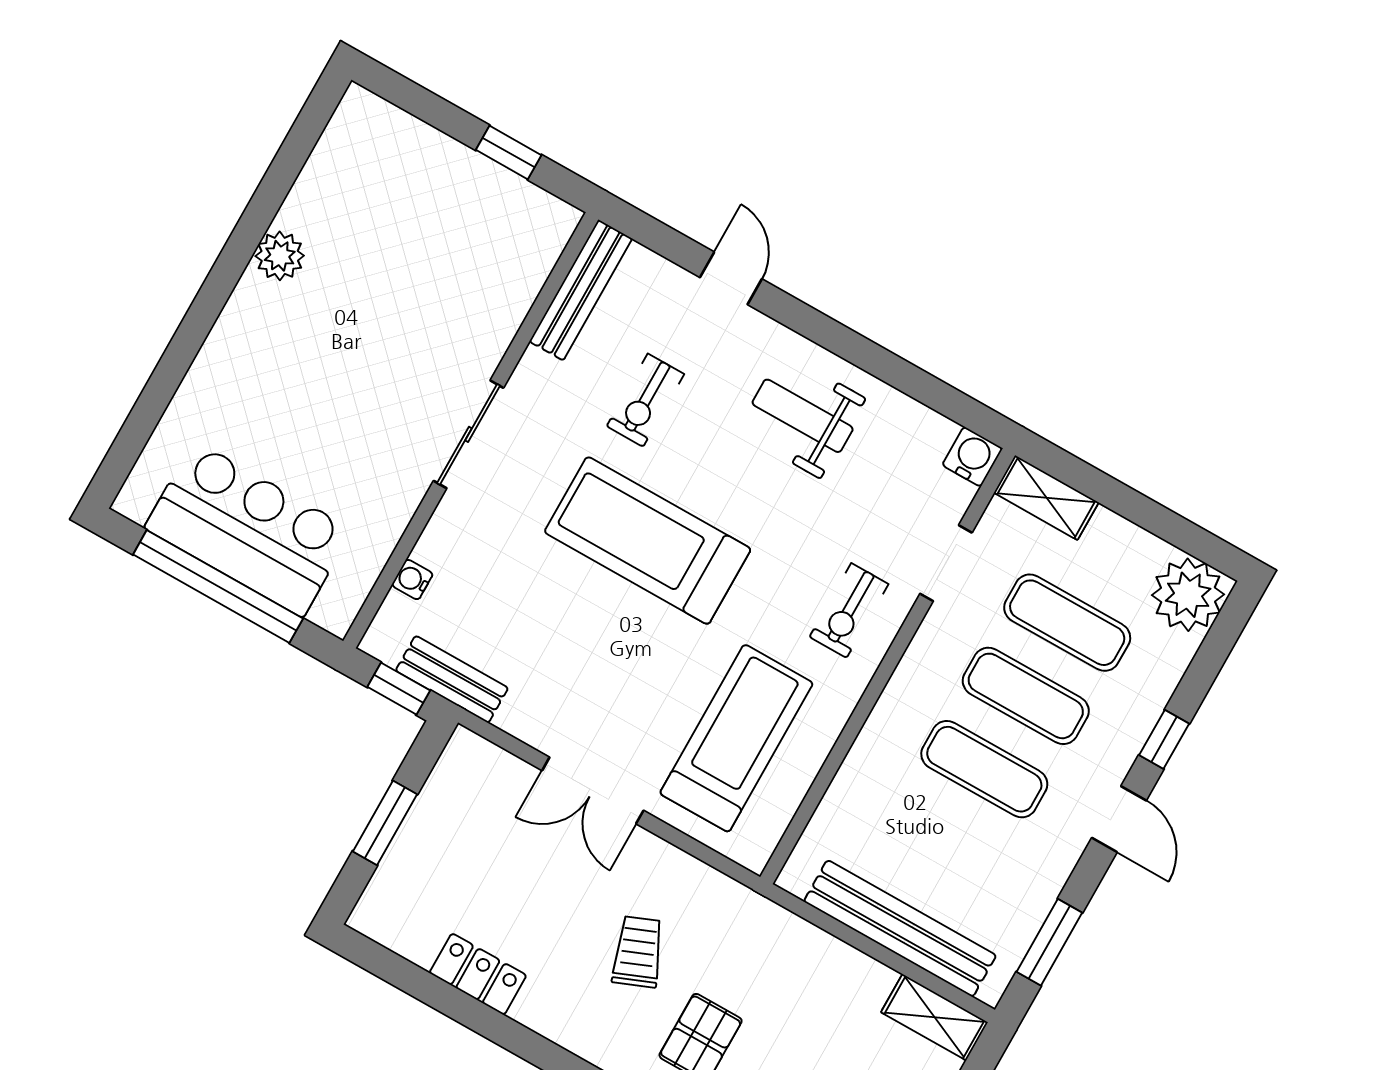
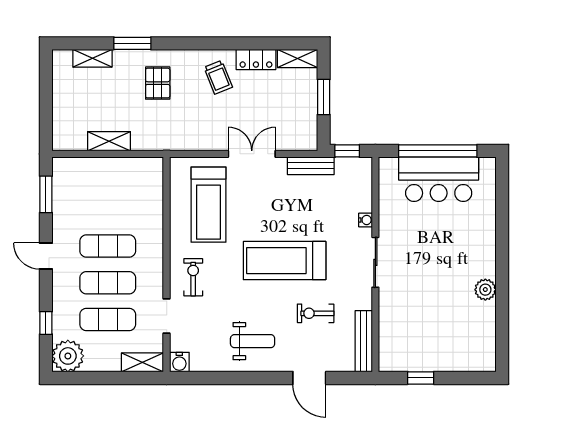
door: (731, 278) -> (309, 378), width x1.38
exercise bike: (645, 400) -> (316, 313), turned -90
treadmill: (648, 541) -> (285, 261), turned 180
water cooler: (412, 579) -> (366, 220), moved
bench: (452, 679) -> (311, 166), moved
window: (1164, 739) -> (46, 323), moved
bench: (900, 928) -> (106, 167), removed
shelving: (394, 929) -> (298, 59), added
trolley: (638, 952) -> (218, 77), moved
shelving: (934, 1017) -> (109, 141), moved

